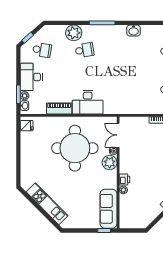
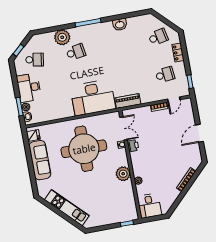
desk: (88, 102) -> (93, 97), width x1.36, depth x1.30
piano: (59, 108) -> (128, 101), moved
double door: (118, 135) -> (123, 128), swing flipped
plant: (110, 163) -> (123, 174), moved
printer: (124, 179) -> (133, 146), moved
sofa: (108, 209) -> (40, 160), moved, turned 180
desk: (130, 217) -> (149, 206), added

